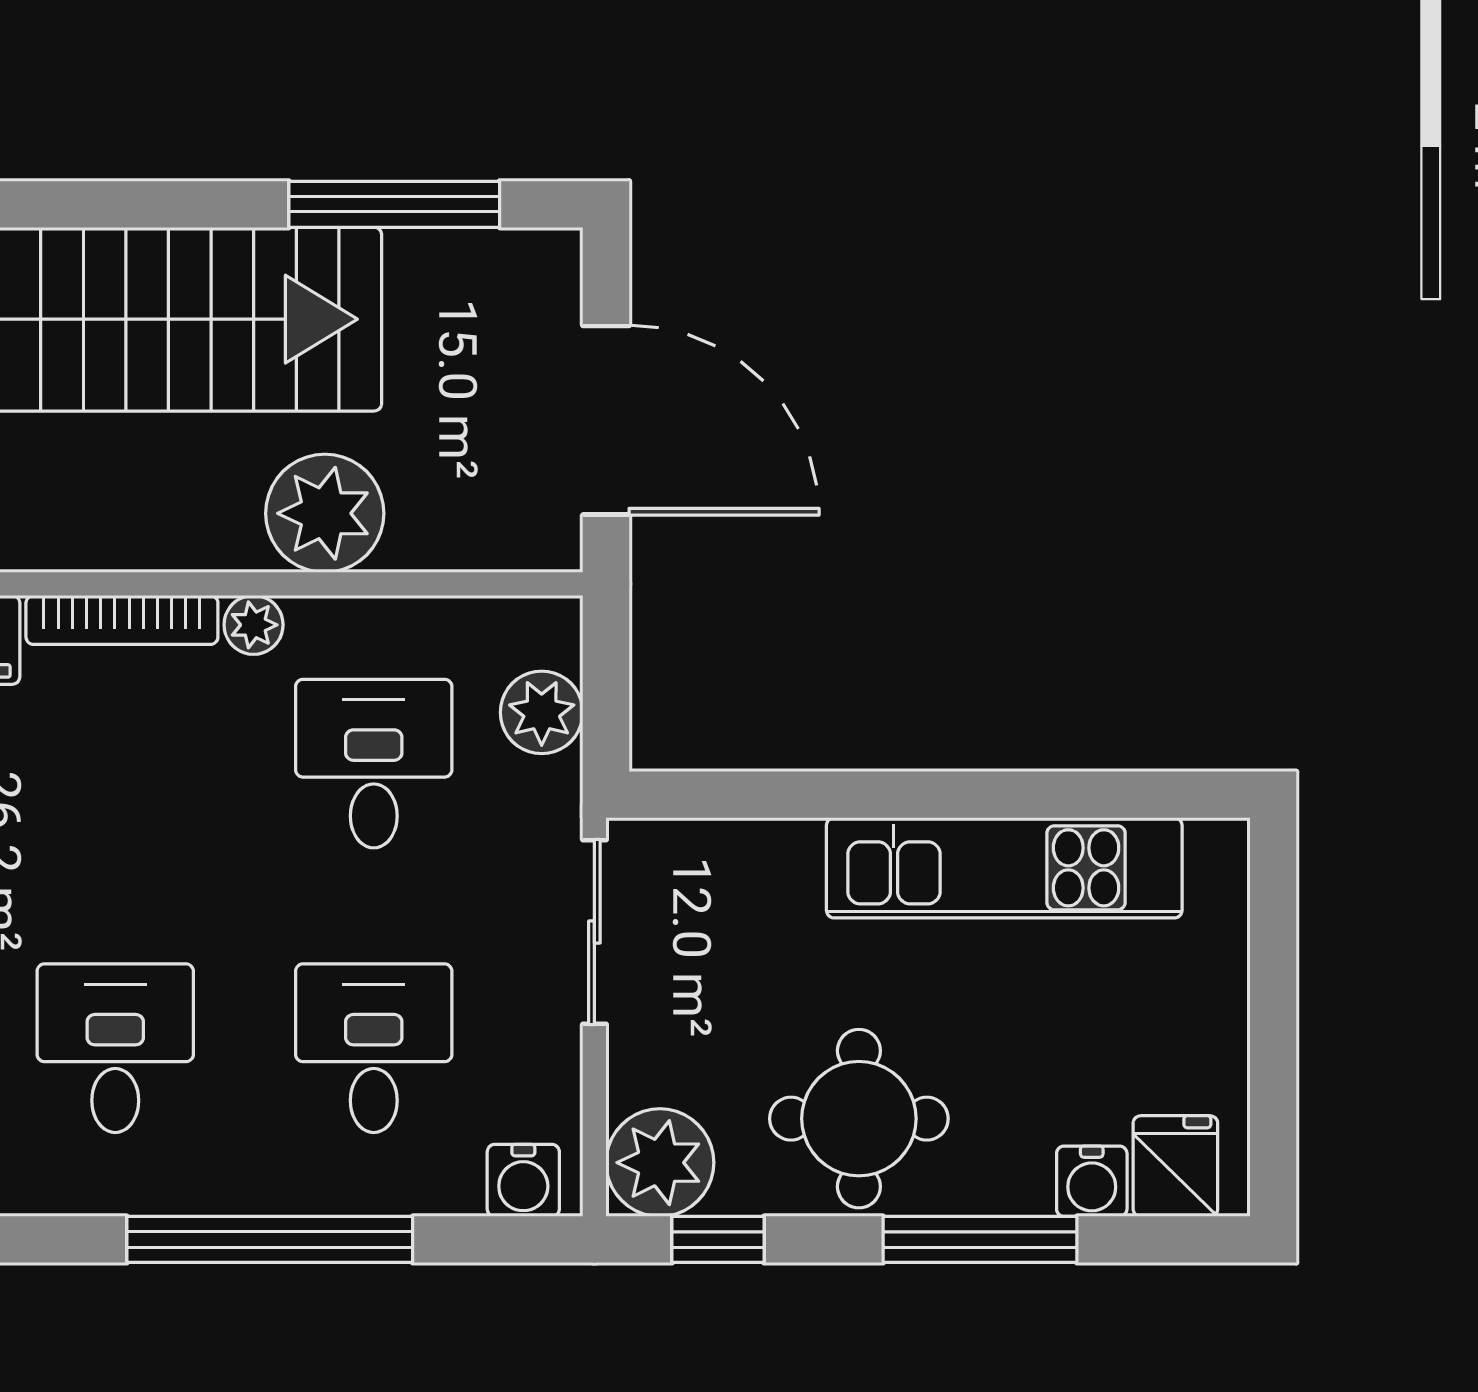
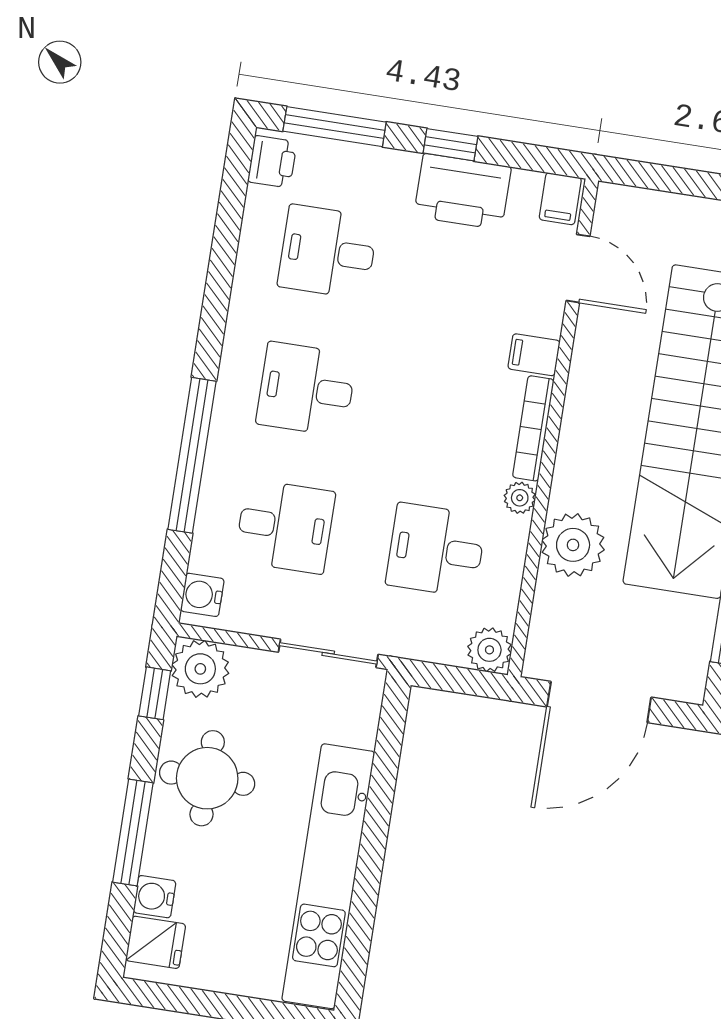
plant: (542, 712) -> (489, 650), moved
desk: (374, 764) -> (436, 550), turned 180
kitchen unit: (1004, 868) -> (328, 876), width x1.36
desk: (115, 1048) -> (306, 389), turned 180

